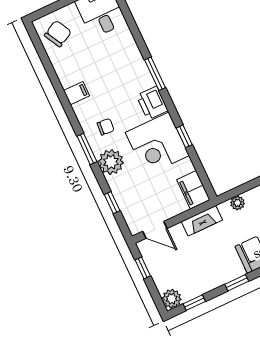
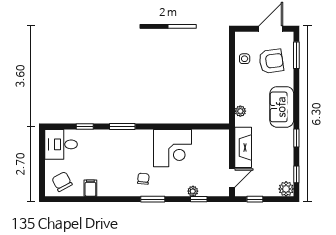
filing cabinet: (77, 93) -> (90, 188), moved
printer: (152, 103) -> (142, 138), removed
window: (184, 136) -> (85, 127), moved
plant: (111, 162) -> (193, 191), moved, width x0.53, depth x0.53
filing cabinet: (193, 190) -> (217, 138), removed
fireplace: (202, 221) -> (243, 147), width x1.37, depth x1.32

